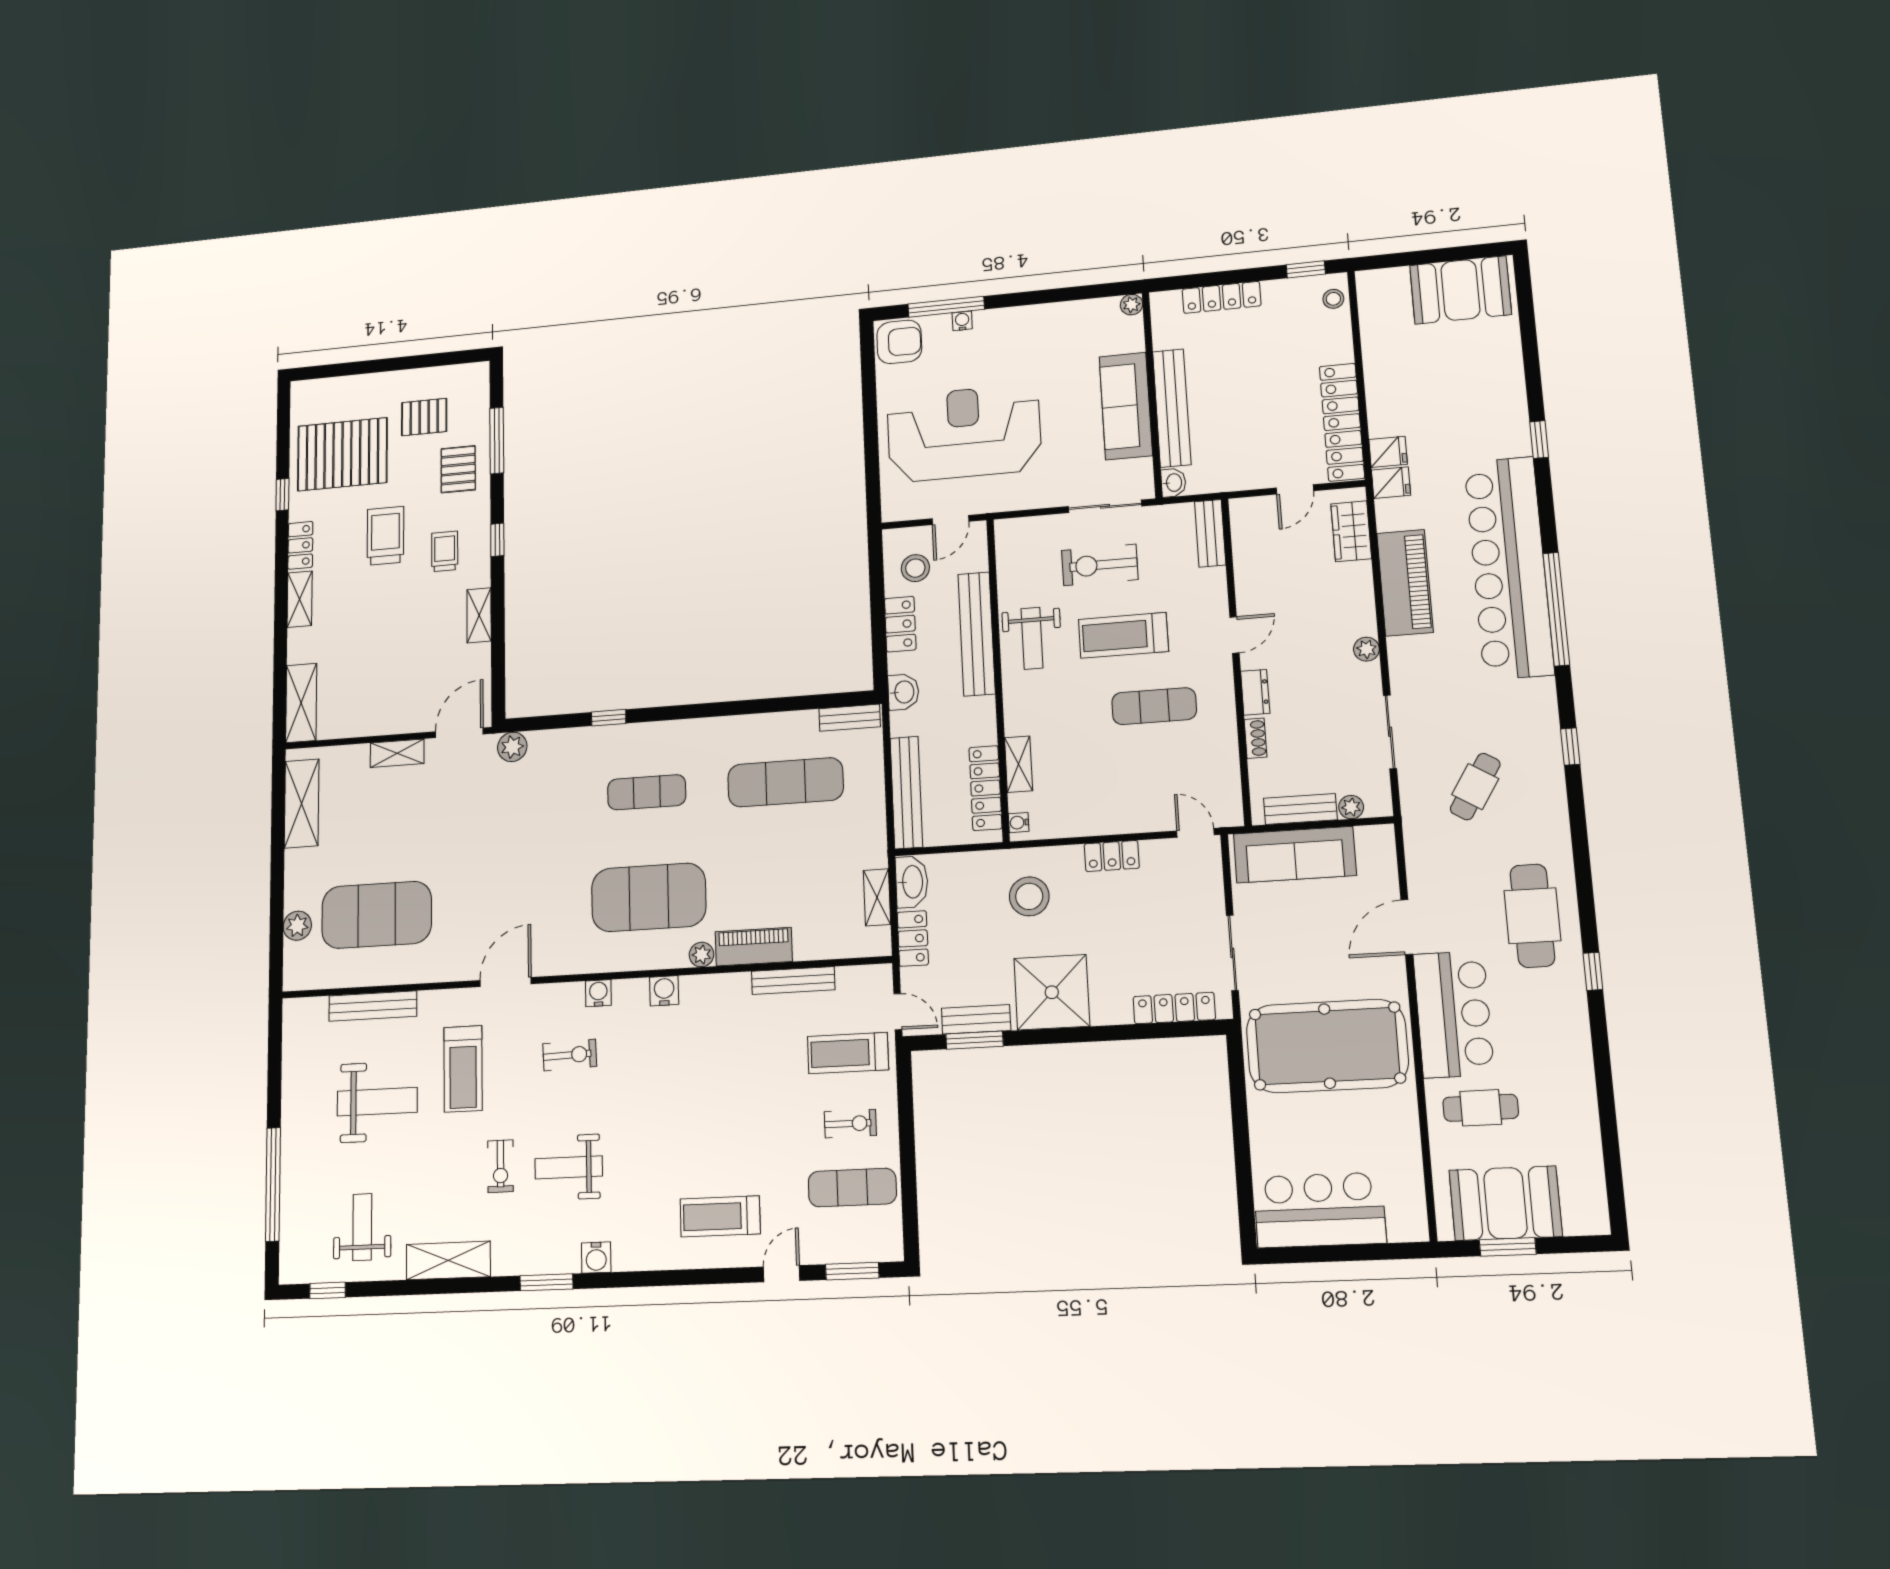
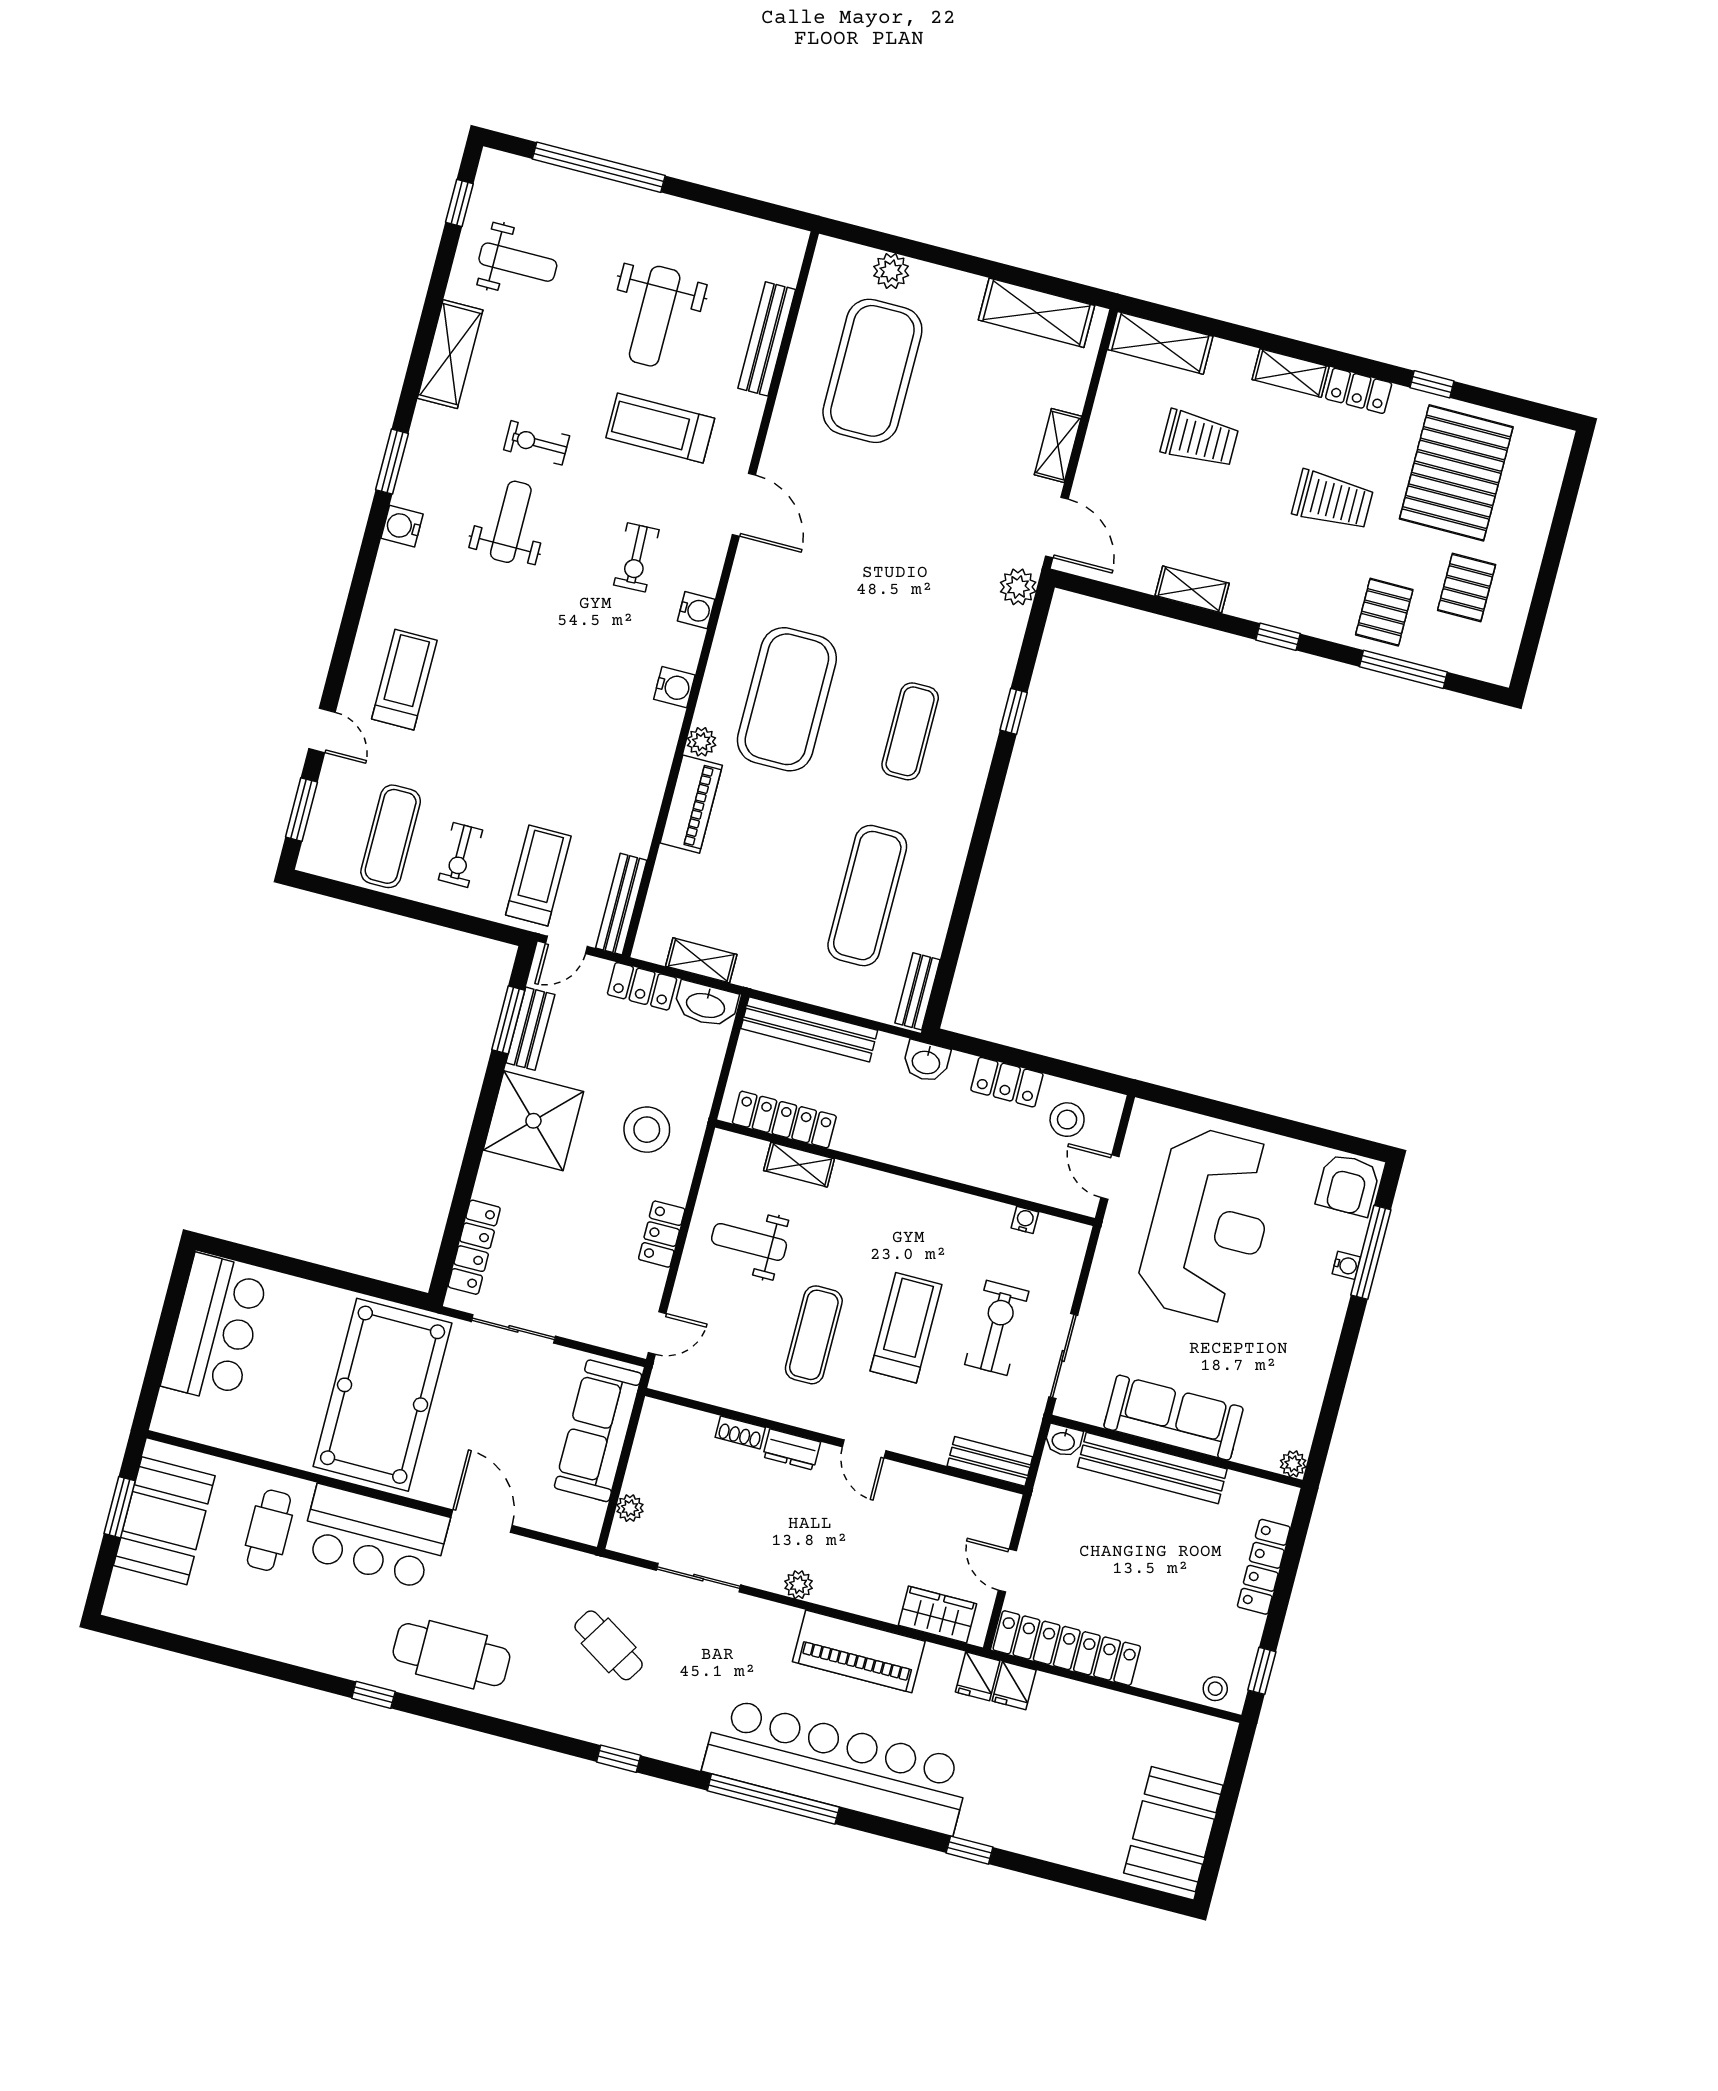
pallet: (458, 469) -> (1384, 612), turned 90
trolley: (445, 551) -> (1200, 439), moved, width x1.36, depth x1.39
bench: (977, 634) -> (965, 1165), removed
weight bench: (1032, 638) -> (749, 1242), moved
bench: (1300, 809) -> (646, 1454), removed
water cooler: (1019, 823) -> (1025, 1220), moved
bench: (793, 980) -> (621, 904), moved

